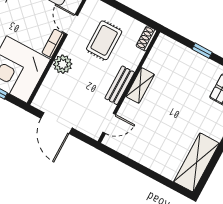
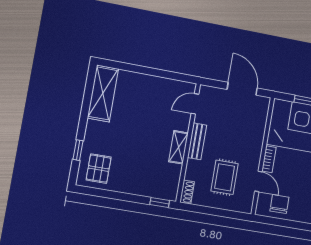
window: (202, 51) -> (160, 203), moved
plant: (63, 64) -> (254, 143), removed

